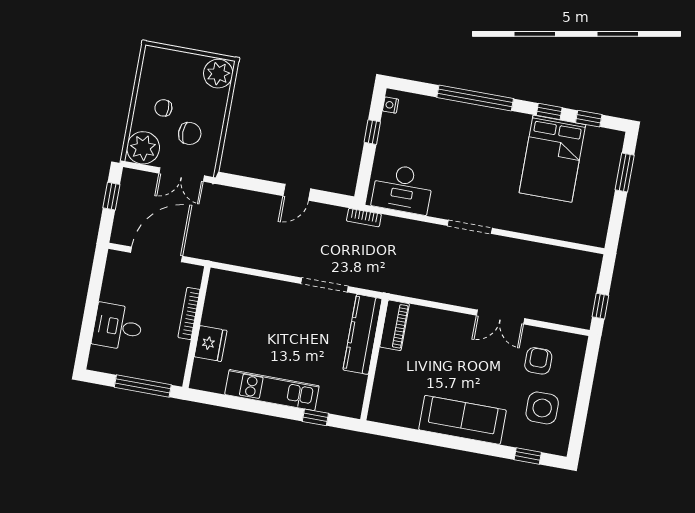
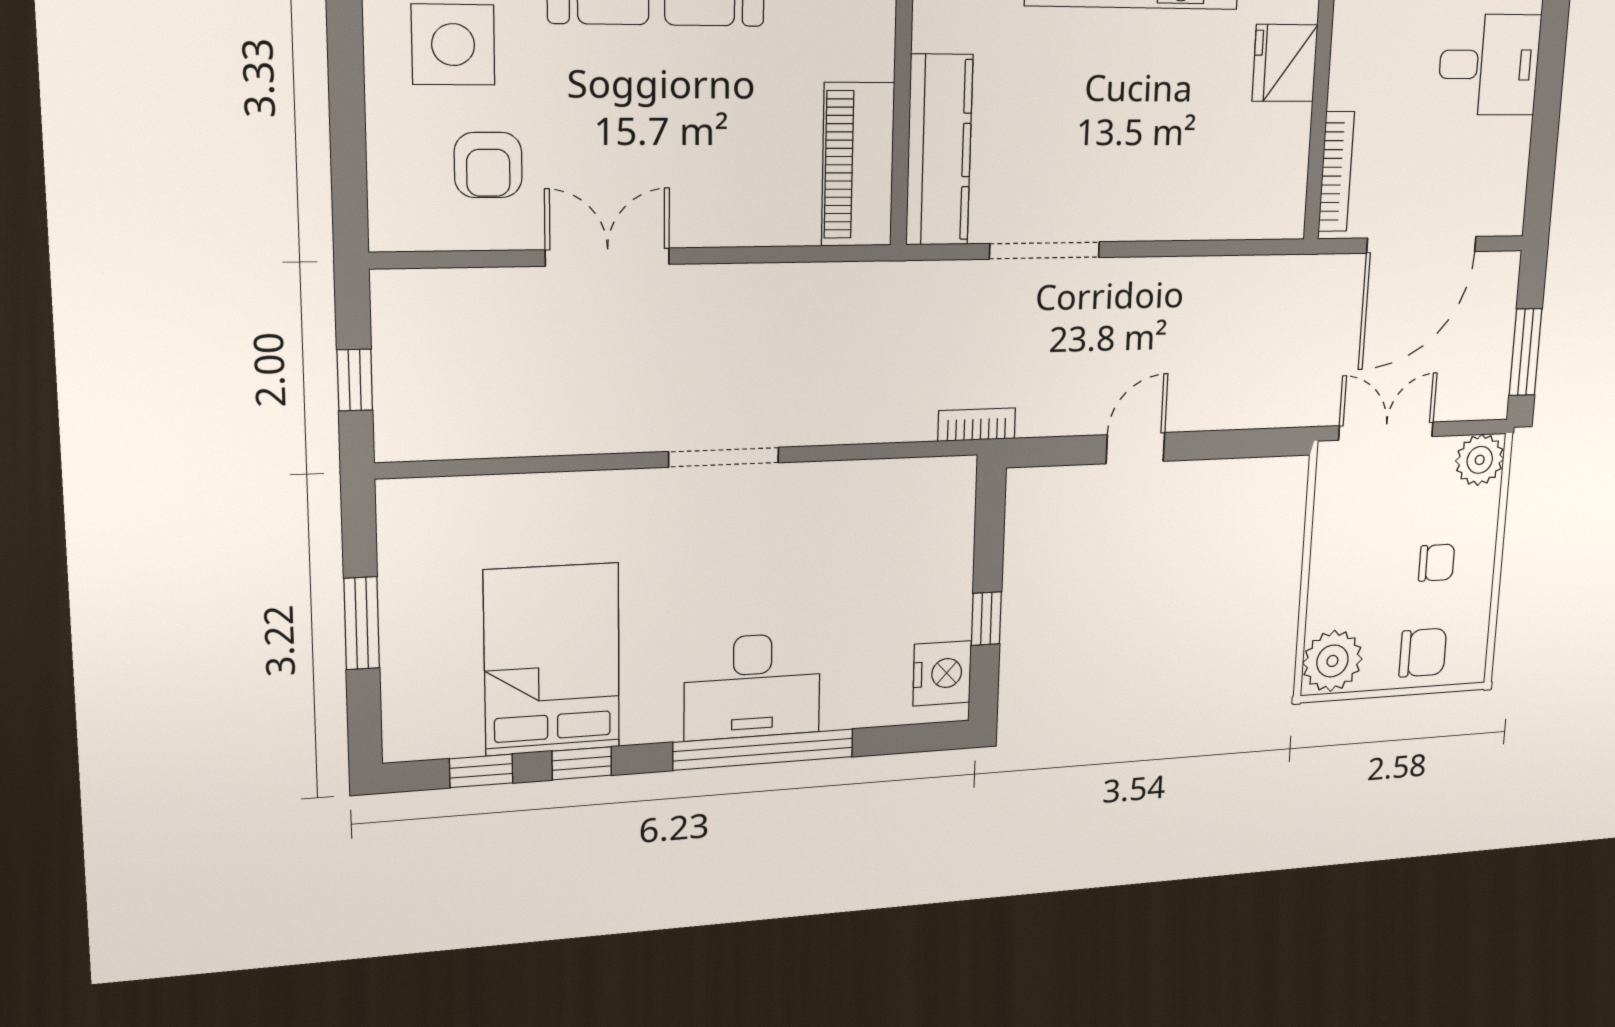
nightstand: (391, 105) -> (942, 673), width x1.89, depth x1.79
chair: (190, 134) -> (1423, 653), moved, turned 180
plant: (143, 148) -> (1480, 460), width x0.73, depth x0.73
window: (625, 172) -> (362, 623), moved
desk: (403, 189) -> (752, 686), moved, turned 180
window: (111, 196) -> (1526, 352), width x1.50
window: (600, 306) -> (355, 380), moved
bookcase: (189, 314) -> (1336, 172), moved
piano: (395, 325) -> (858, 165), width x1.37, depth x1.33

